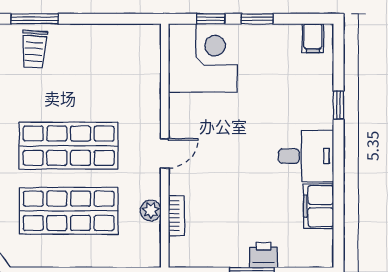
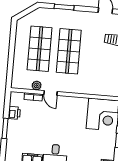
door: (165, 153) -> (50, 93), moved
printer: (263, 255) -> (14, 113), moved

